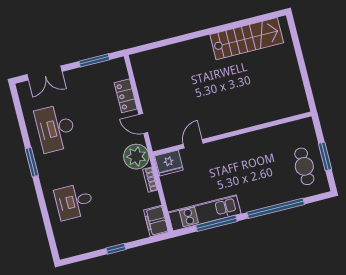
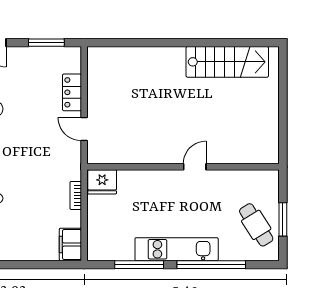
door: (193, 144) -> (195, 167), moved
plant: (136, 157) -> (67, 165), removed
cafe table: (304, 166) -> (256, 225), turned -32
kitchen unit: (205, 213) -> (177, 249), moved
window: (116, 249) -> (16, 265), removed

